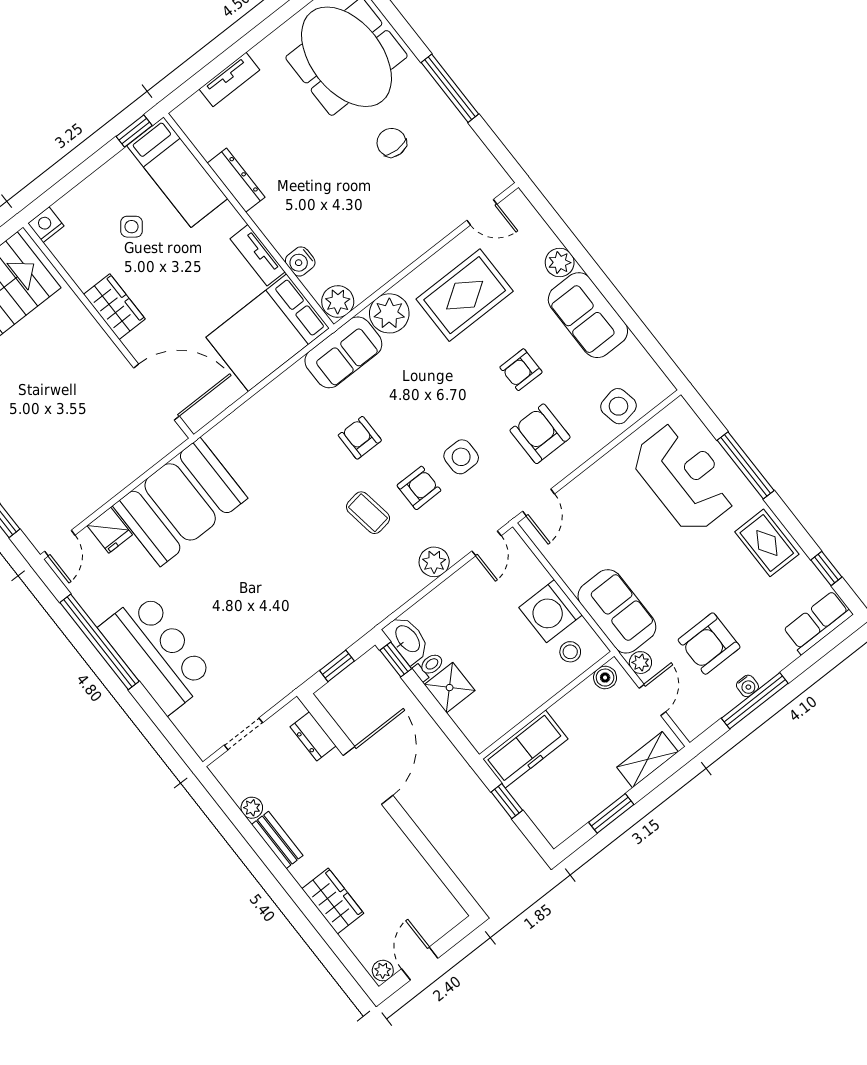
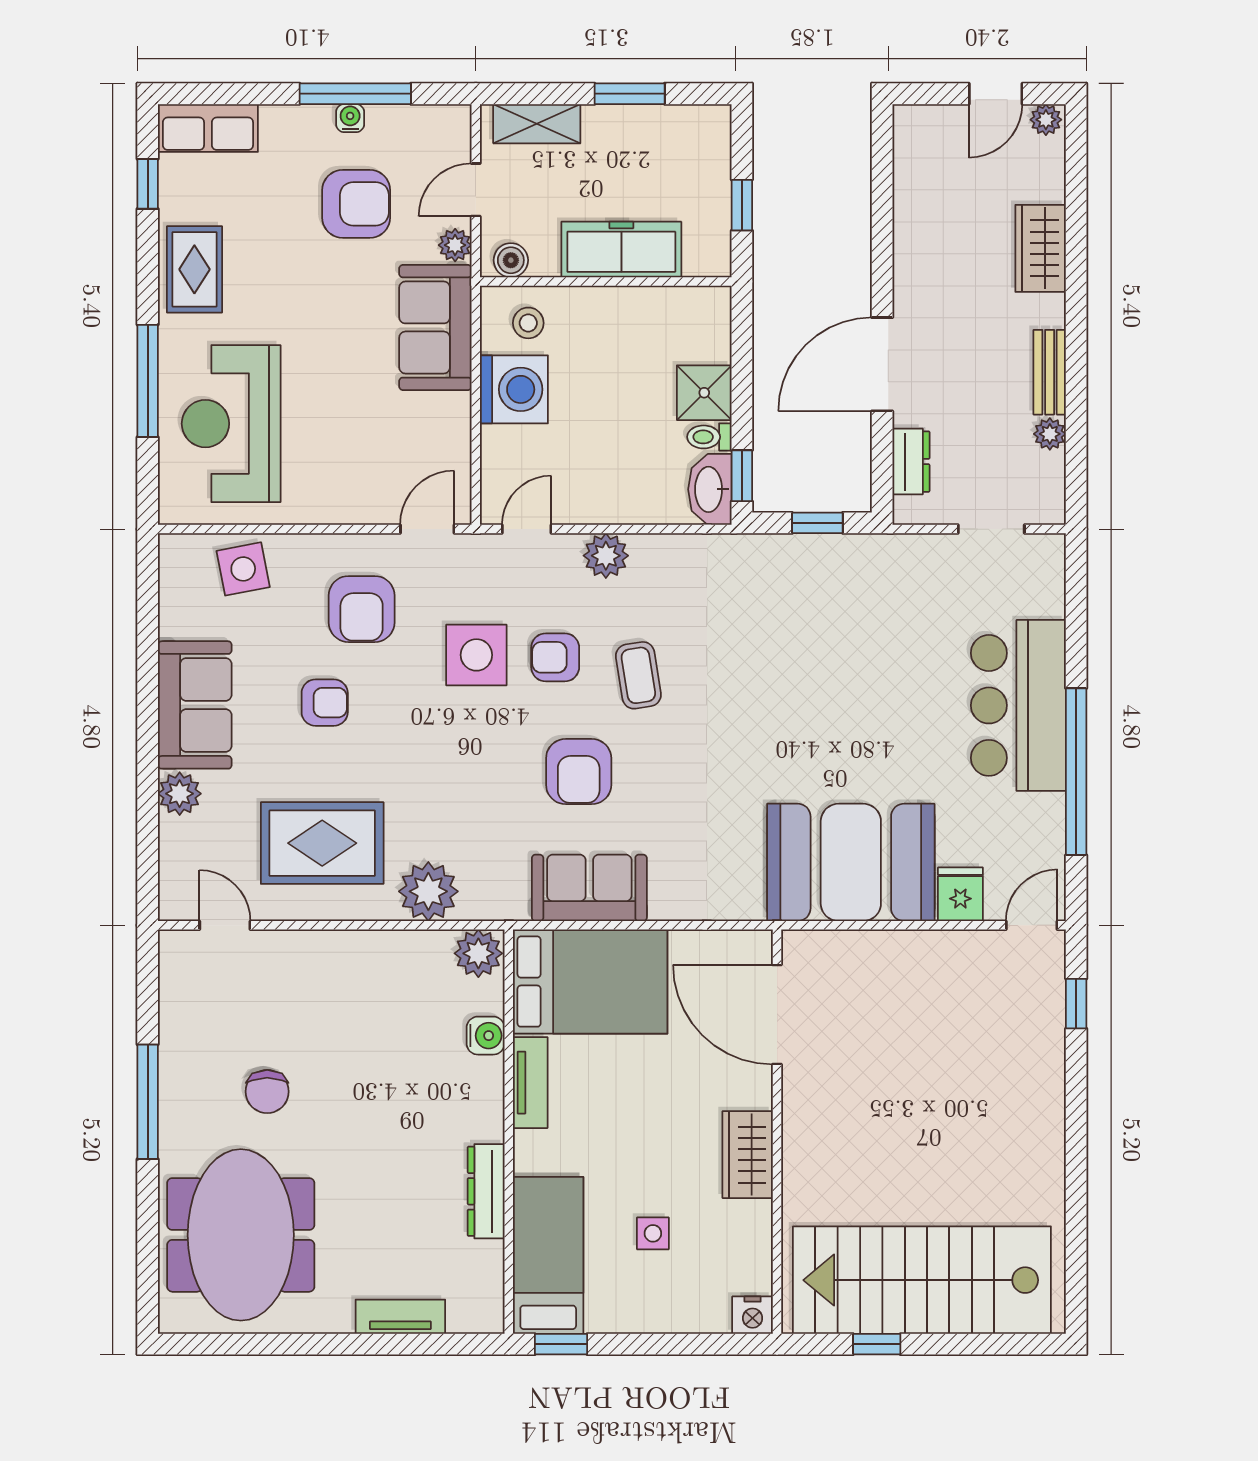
side table: (132, 227) -> (653, 1233), turned -38
sofa: (343, 352) -> (589, 888), moved
armchair: (360, 438) -> (579, 772), width x1.38, depth x1.38
side table: (461, 457) -> (476, 655), width x1.37, depth x1.37
freezer: (525, 749) -> (621, 250), moved

